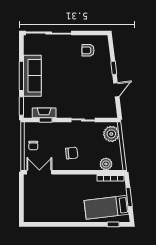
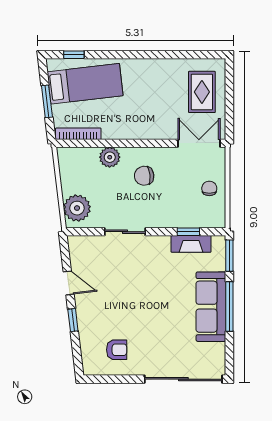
door: (116, 90) -> (69, 283), swing flipped
plant: (106, 164) -> (110, 157), moved
double door: (39, 172) -> (199, 143), swing flipped
rug: (38, 202) -> (202, 92), added

